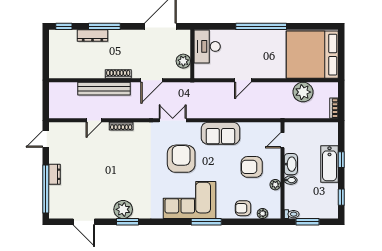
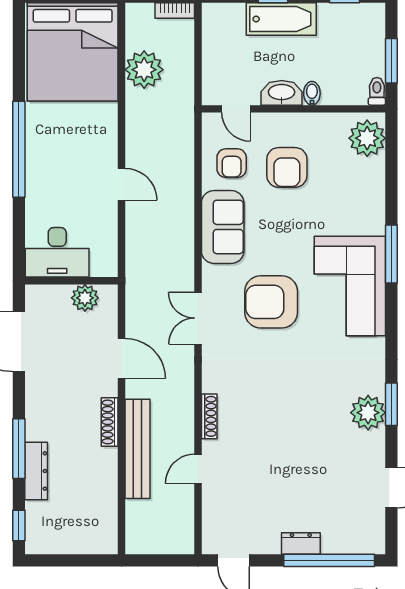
door: (94, 120) -> (198, 469), swing flipped
plant: (275, 185) -> (321, 122), removed
armchair: (243, 208) -> (232, 163), moved
plant: (263, 213) -> (367, 138), width x1.88, depth x1.88

